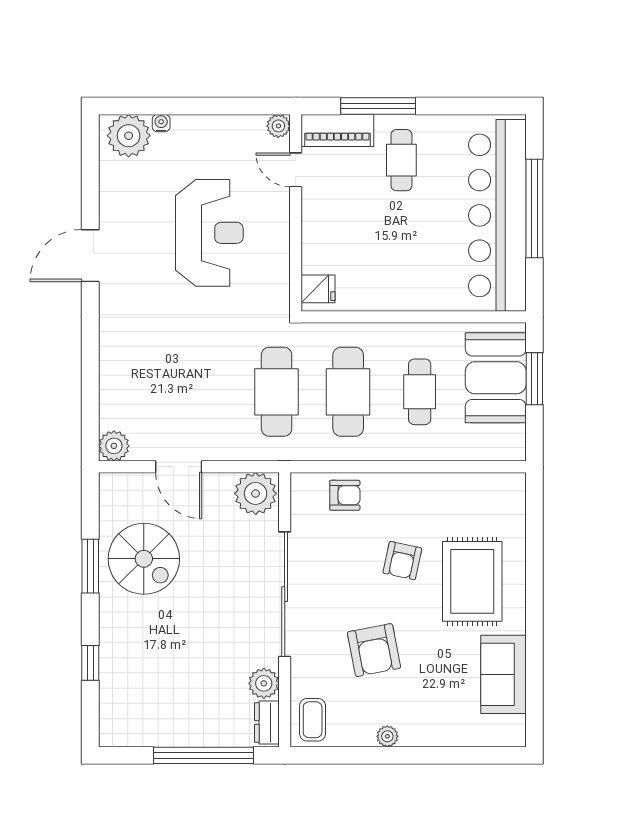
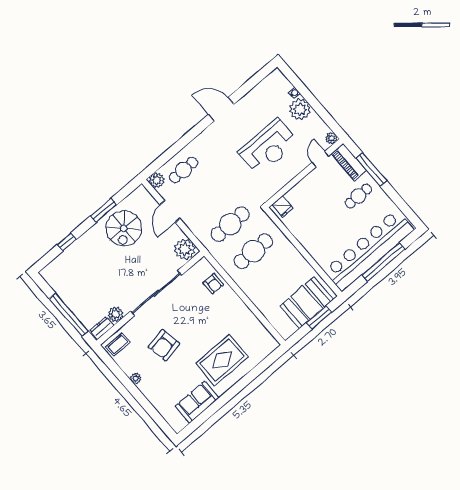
plant: (129, 136) -> (300, 109), moved
cafe table: (420, 392) -> (184, 170), moved
armchair: (402, 561) -> (207, 327), removed

